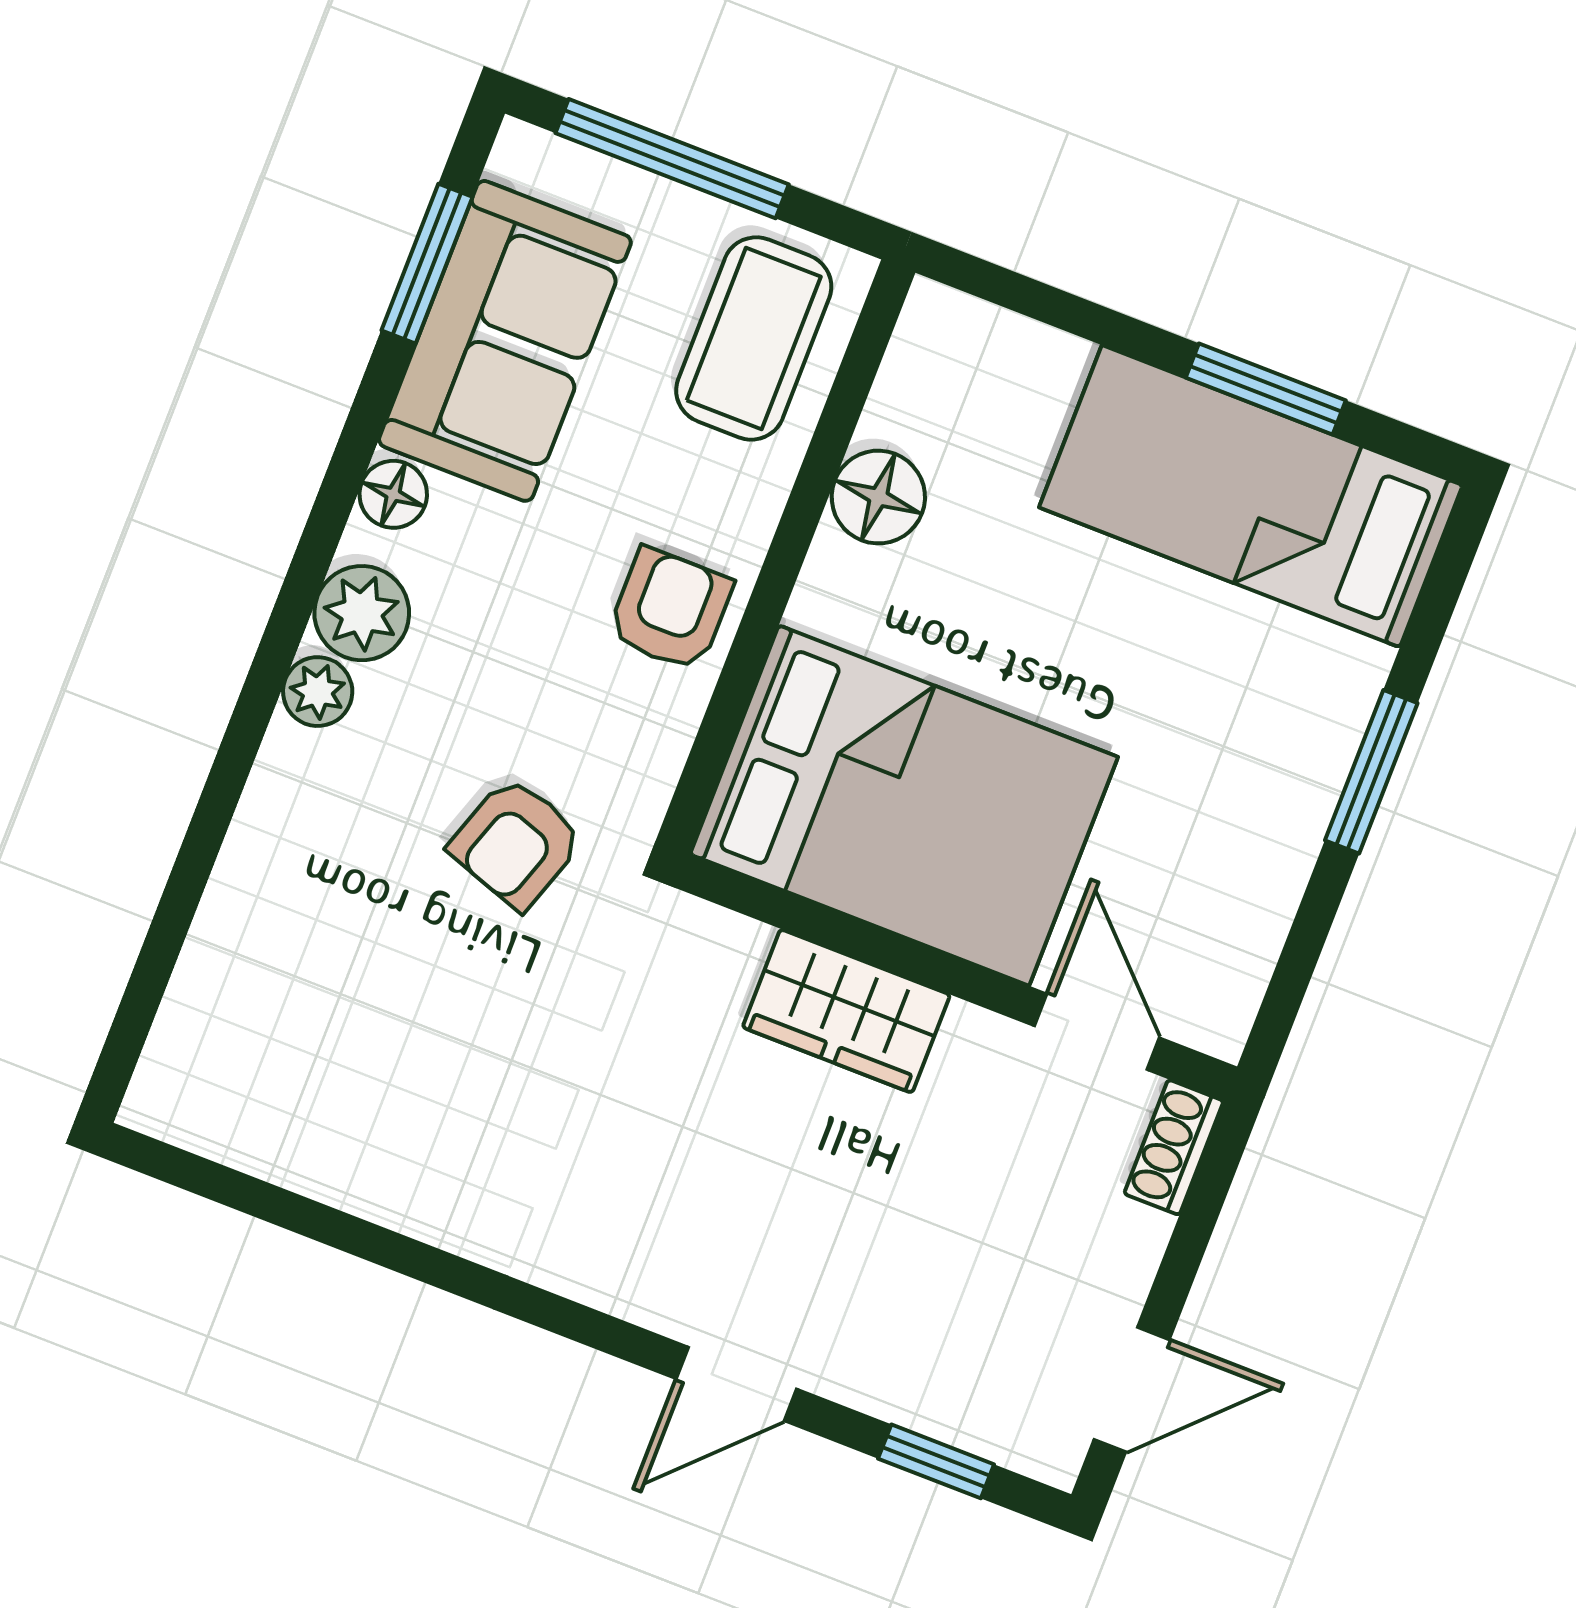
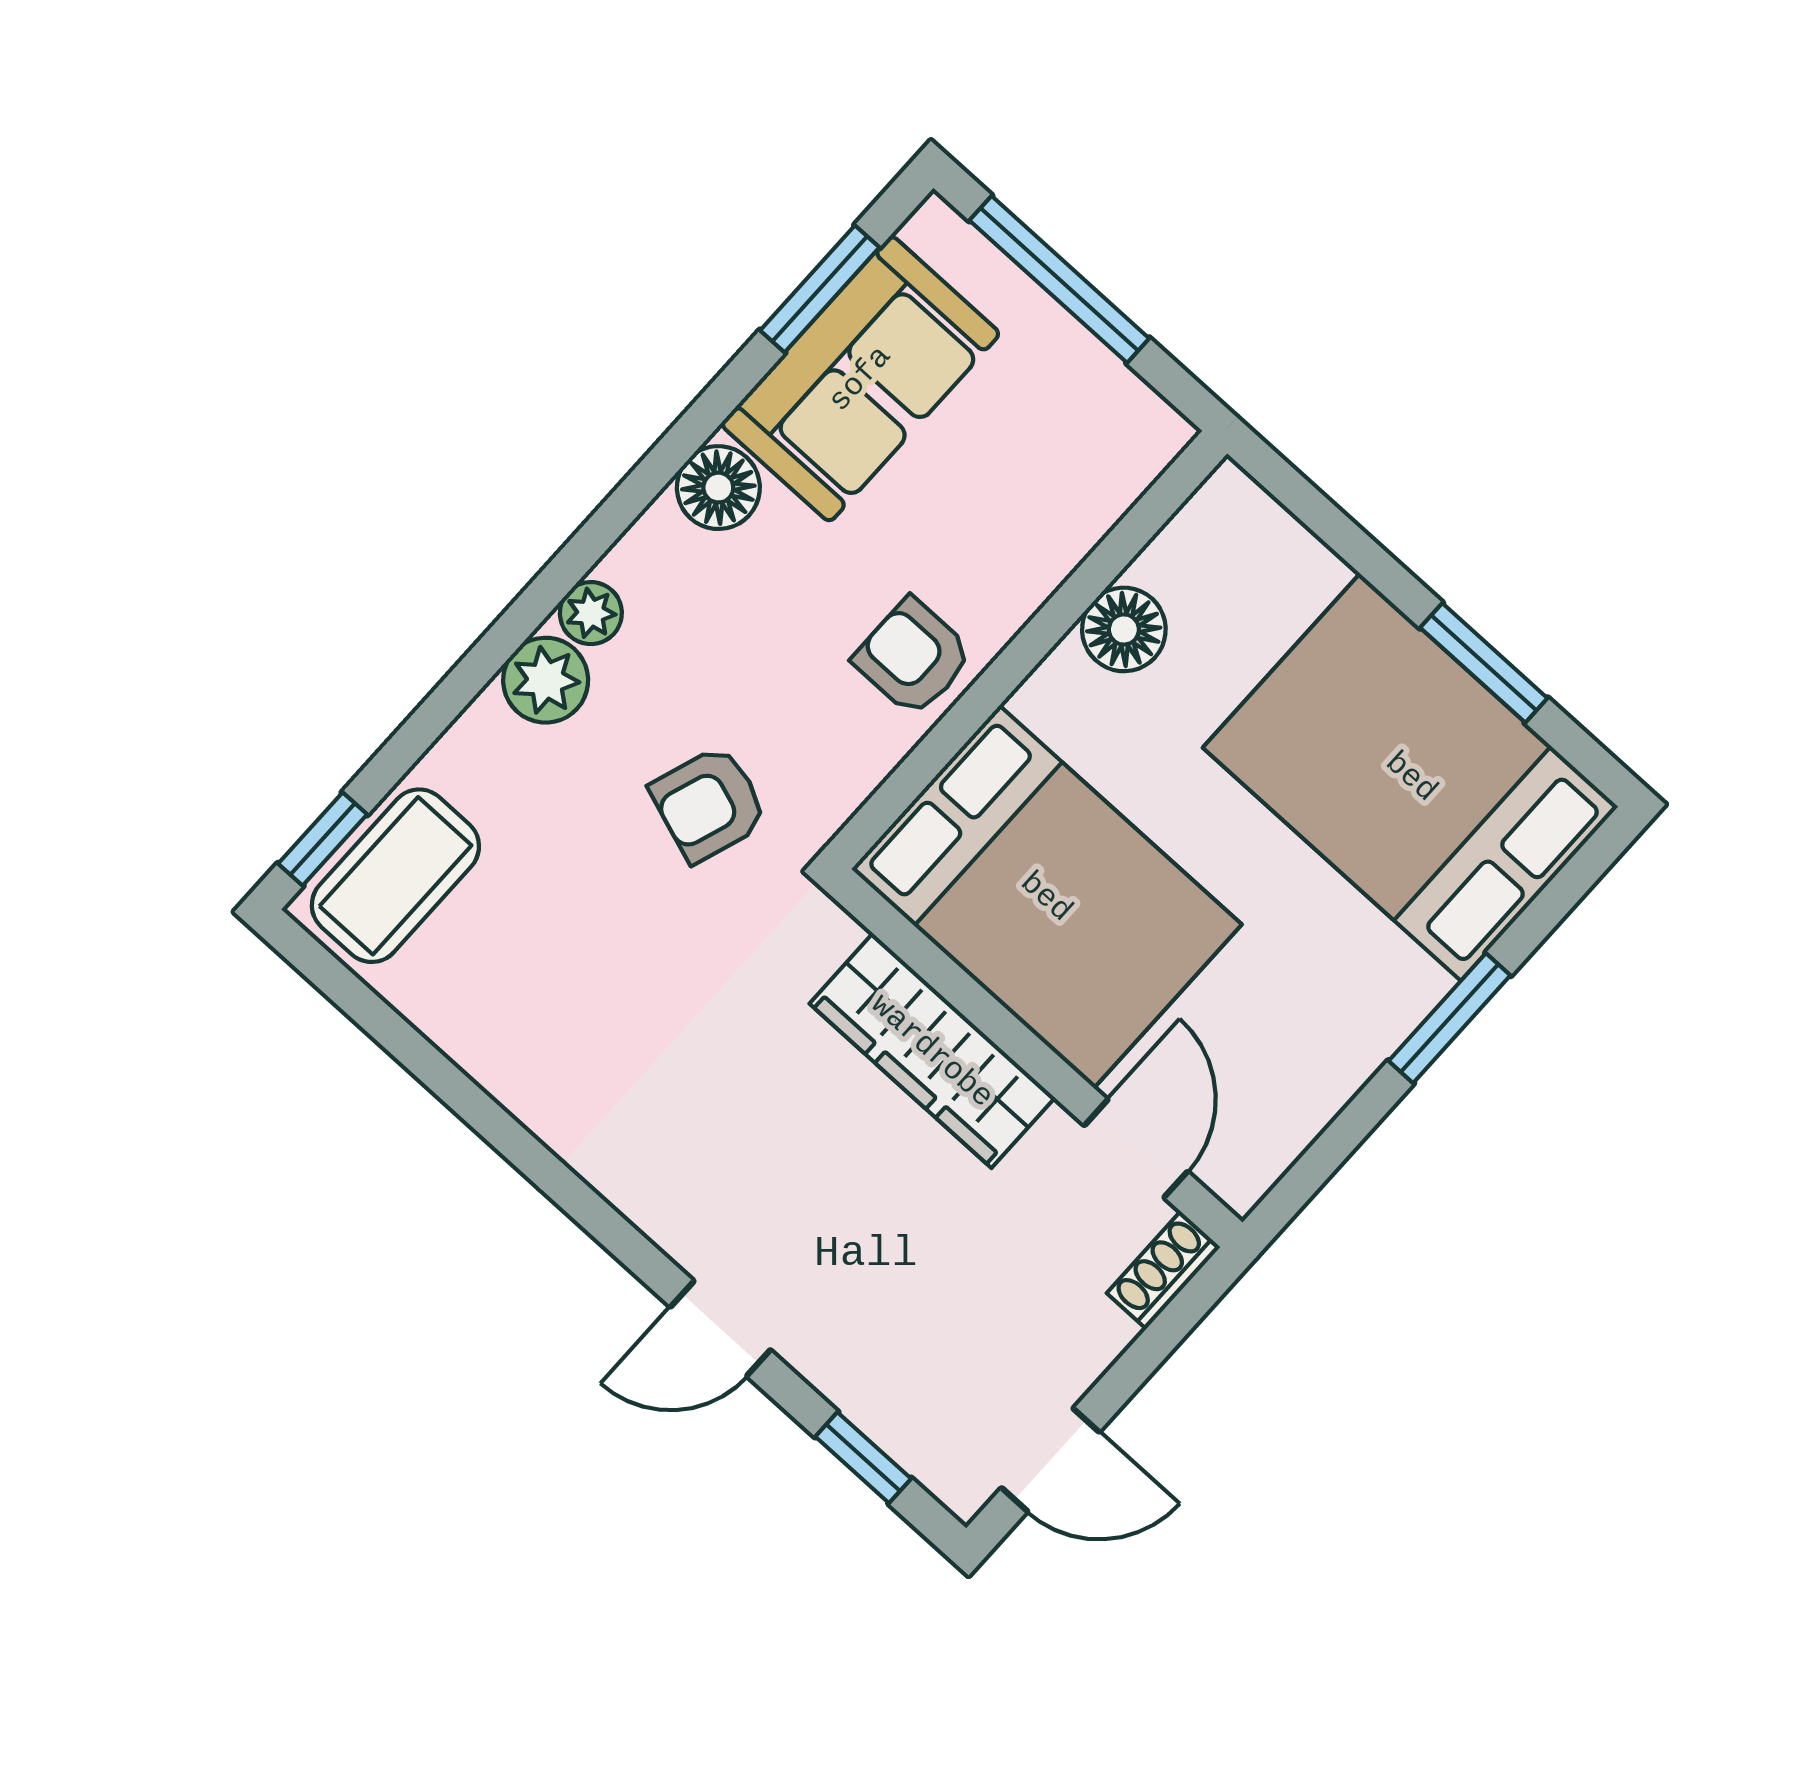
coffee table: (754, 338) -> (395, 876), moved
floor lamp: (393, 494) -> (718, 488), width x1.37, depth x1.37
bed: (1251, 496) -> (1411, 777), width x1.50
armchair: (670, 609) -> (913, 657), turned -90
plant: (362, 613) -> (546, 680), moved
wardrobe: (846, 1011) -> (932, 1051), width x1.50
window: (129, 1033) -> (323, 839), added

